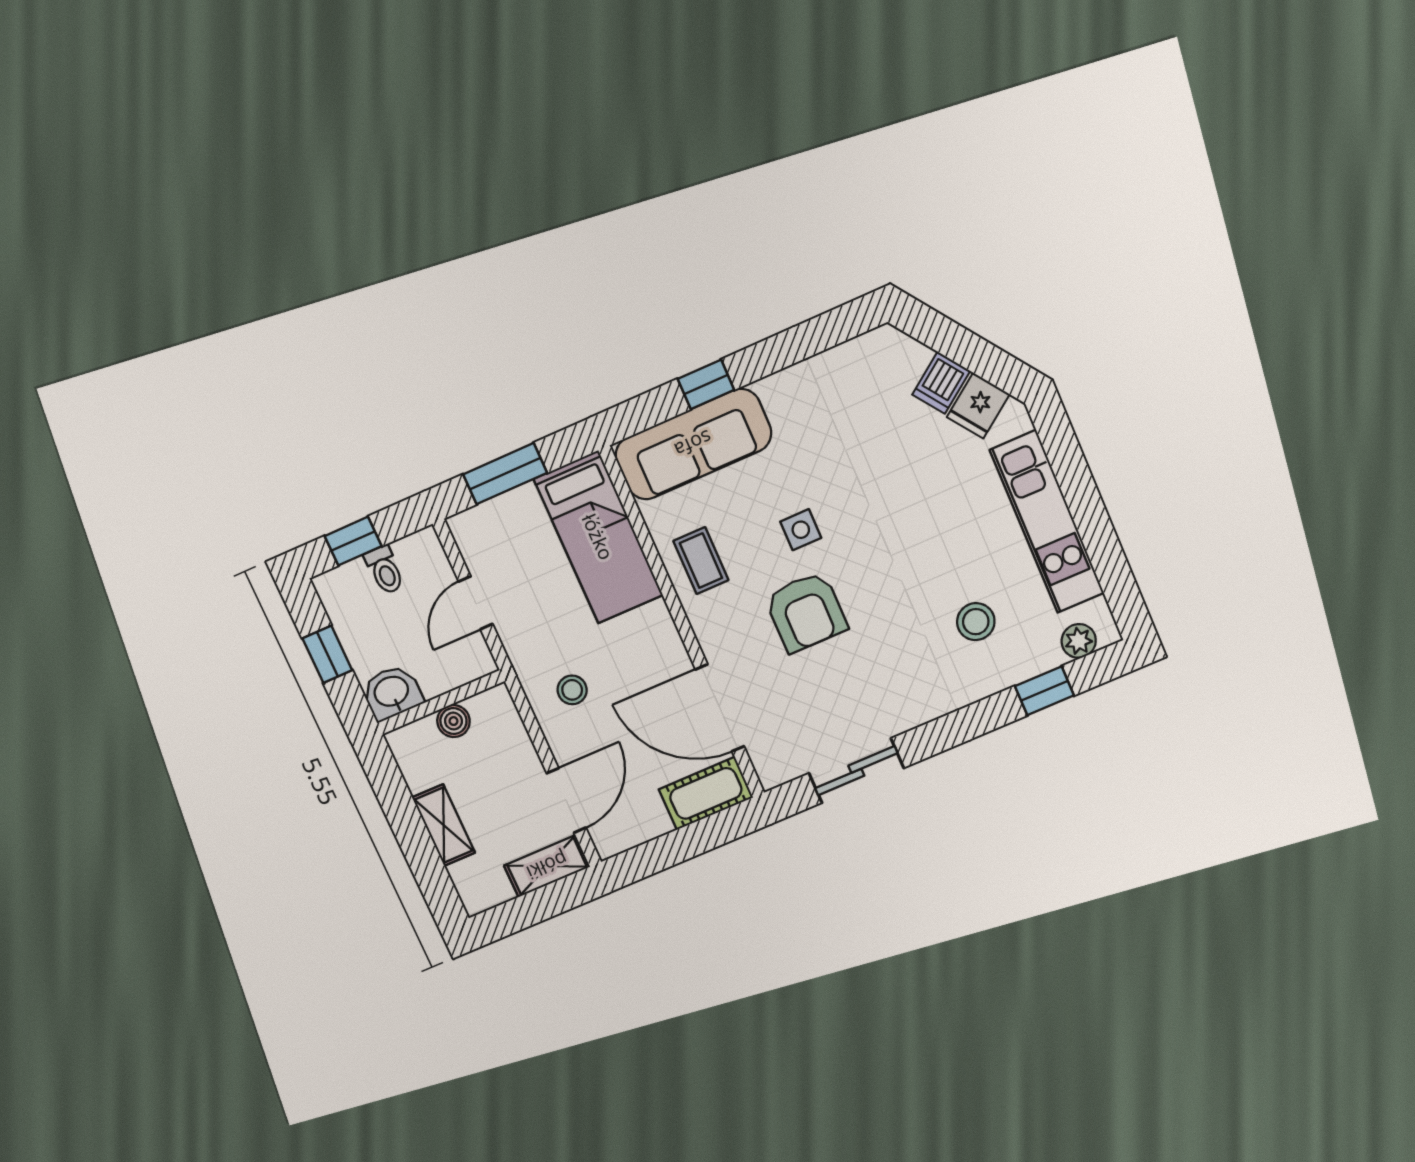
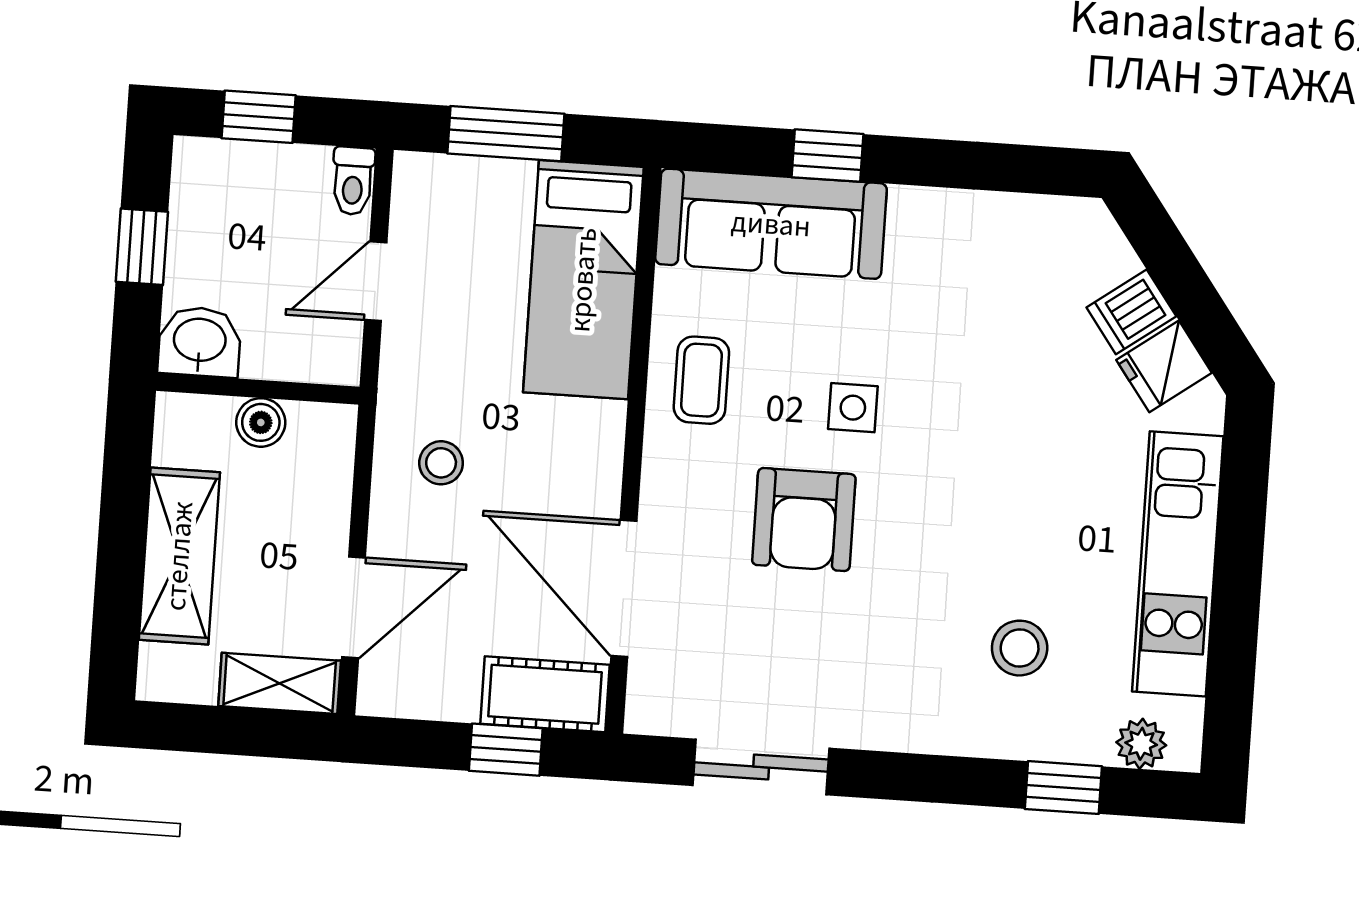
toilet: (385, 570) -> (353, 181), moved
shelving: (444, 825) -> (179, 556), width x1.50, depth x1.33
window: (700, 837) -> (506, 750), added

